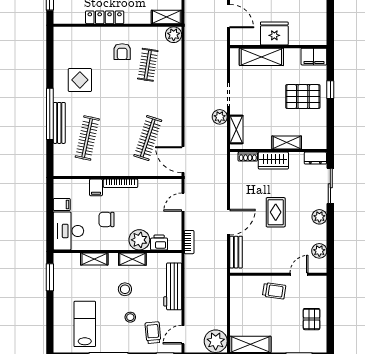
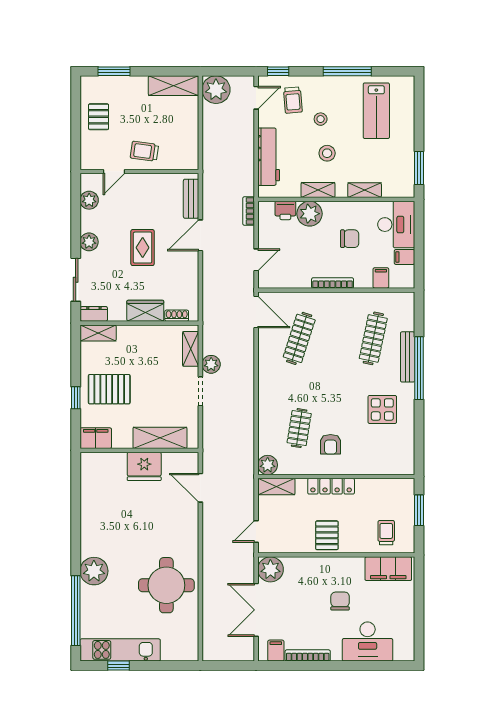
locker: (105, 17) -> (331, 486), moved
armchair: (122, 52) -> (331, 444), turned 180
shelving: (287, 142) -> (98, 333), moved
filing cabinet: (96, 187) -> (381, 278), moved

